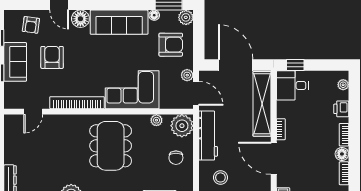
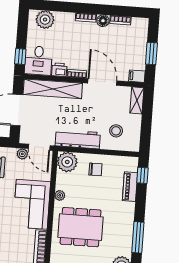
plant: (343, 85) -> (45, 20), width x1.88, depth x1.88
door: (196, 93) -> (39, 147), swing flipped
printer: (341, 109) -> (59, 70), moved, turned 180
plant: (156, 120) -> (60, 195), moved
door: (274, 158) -> (102, 82), swing flipped

